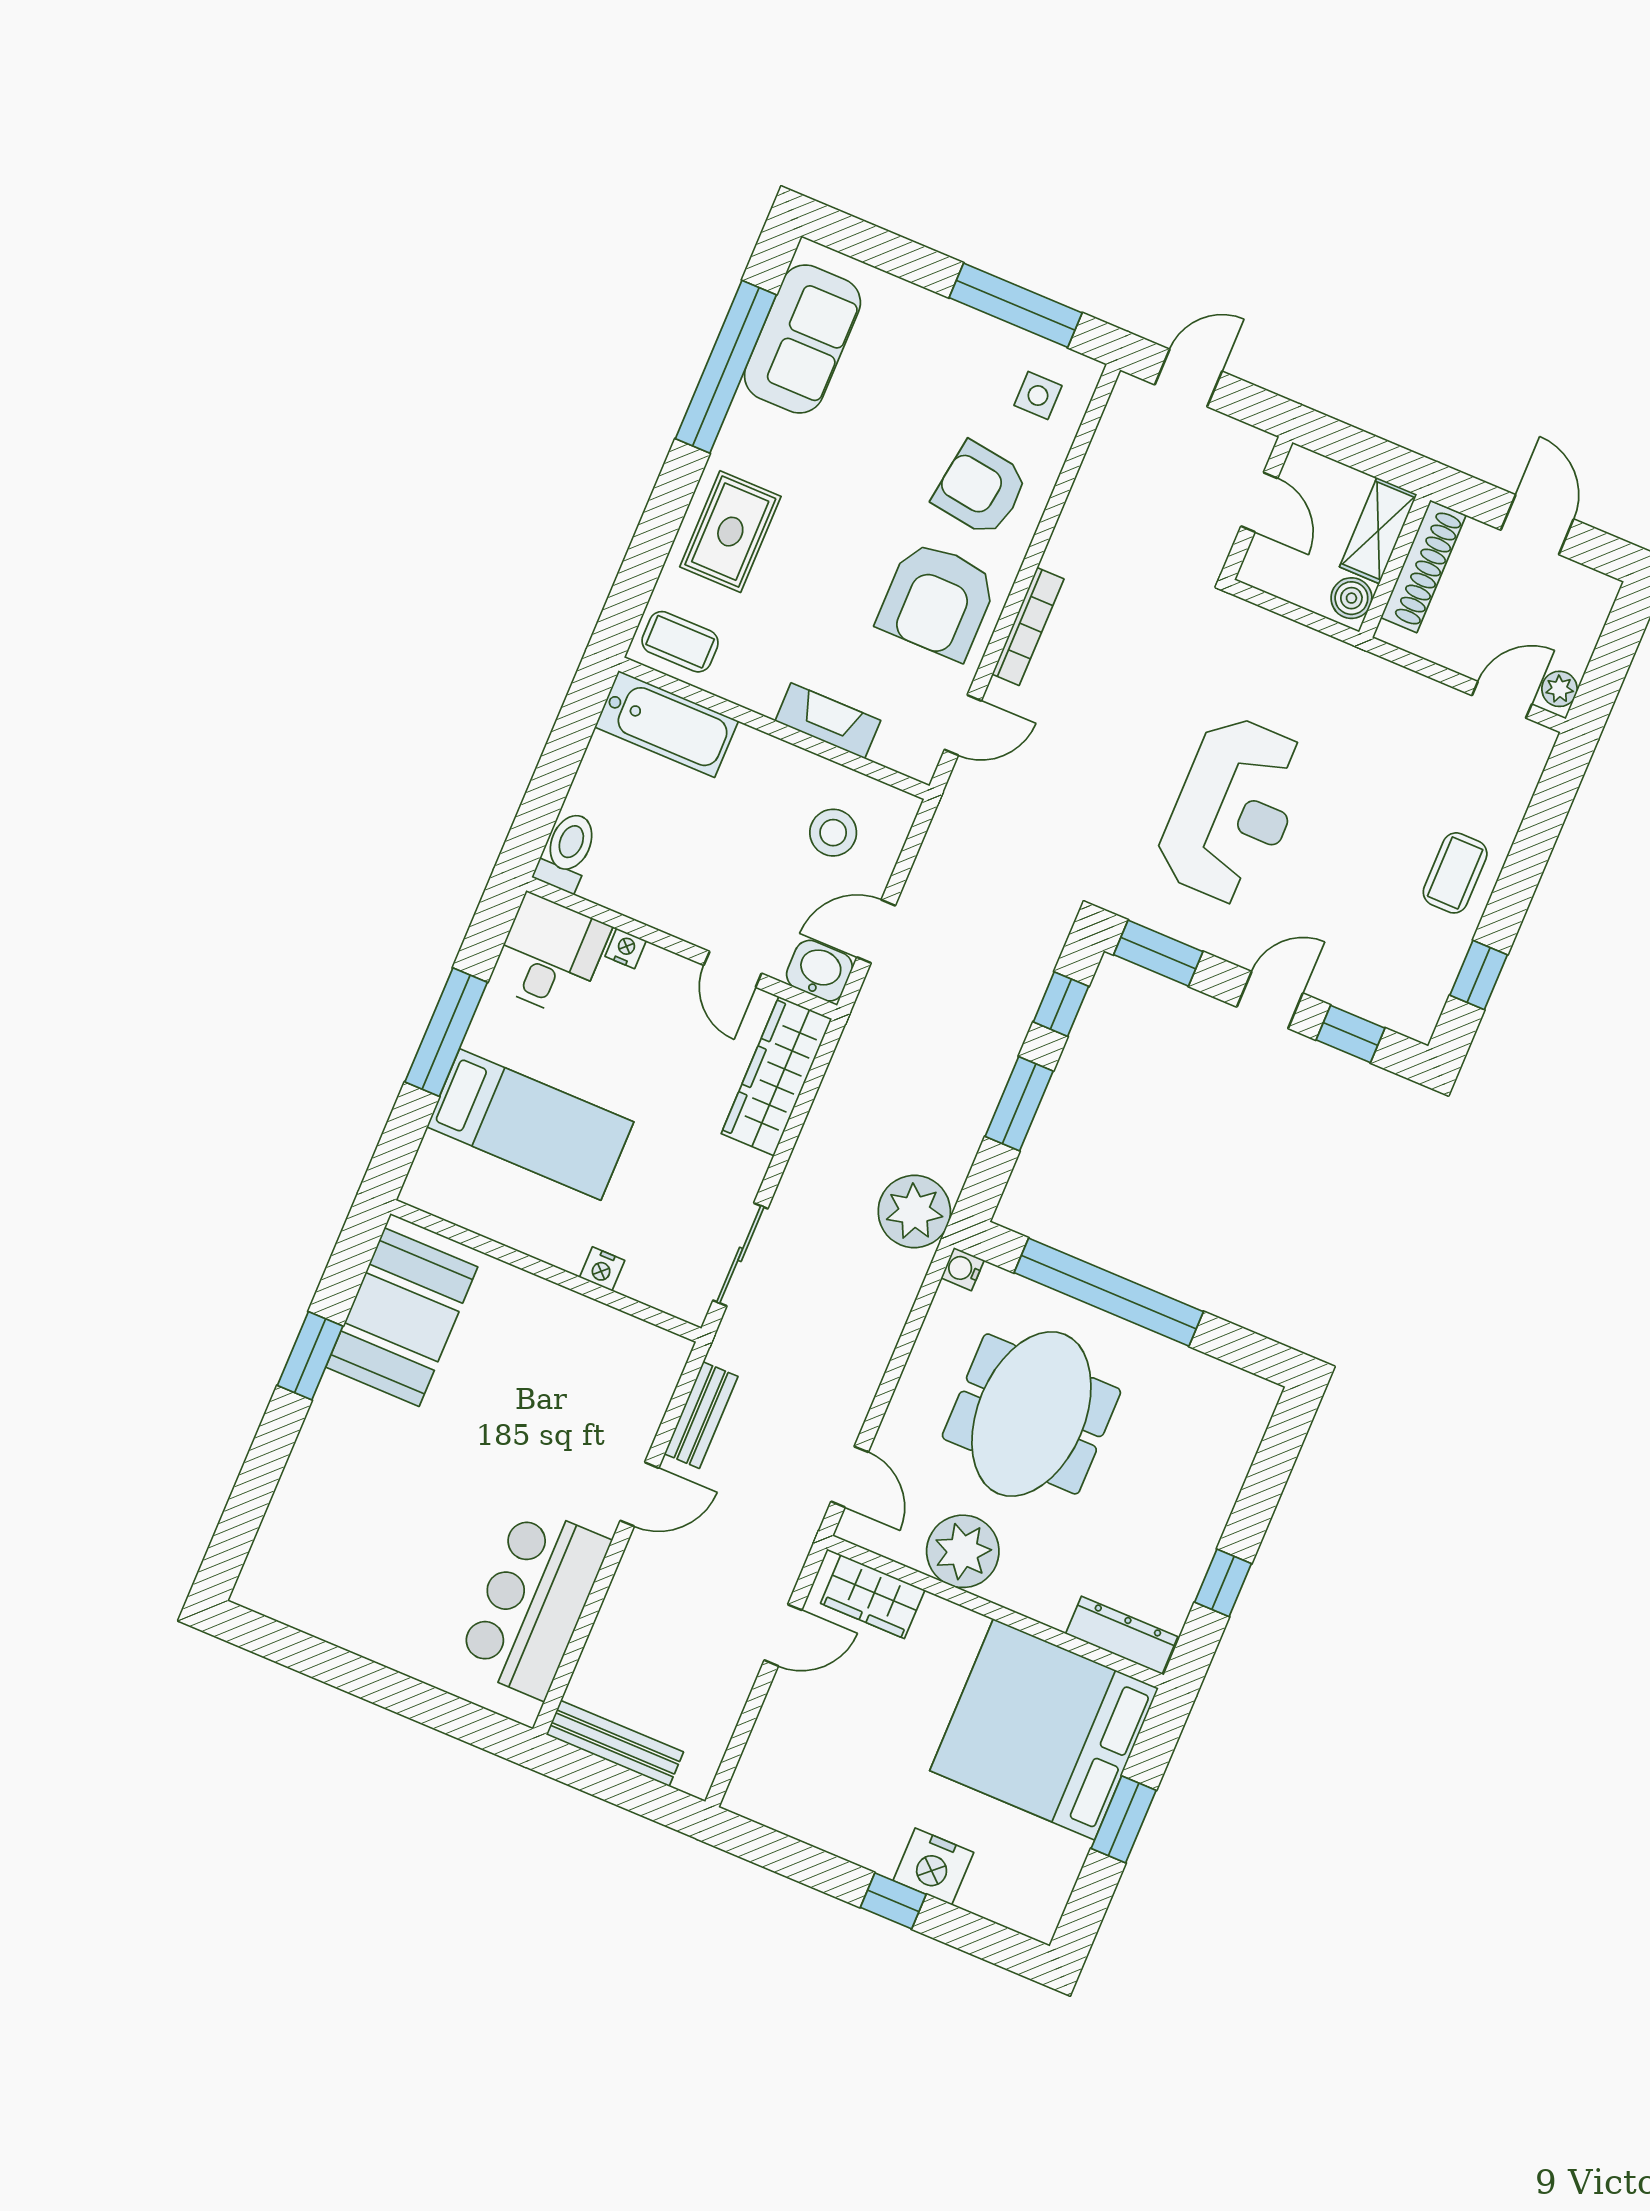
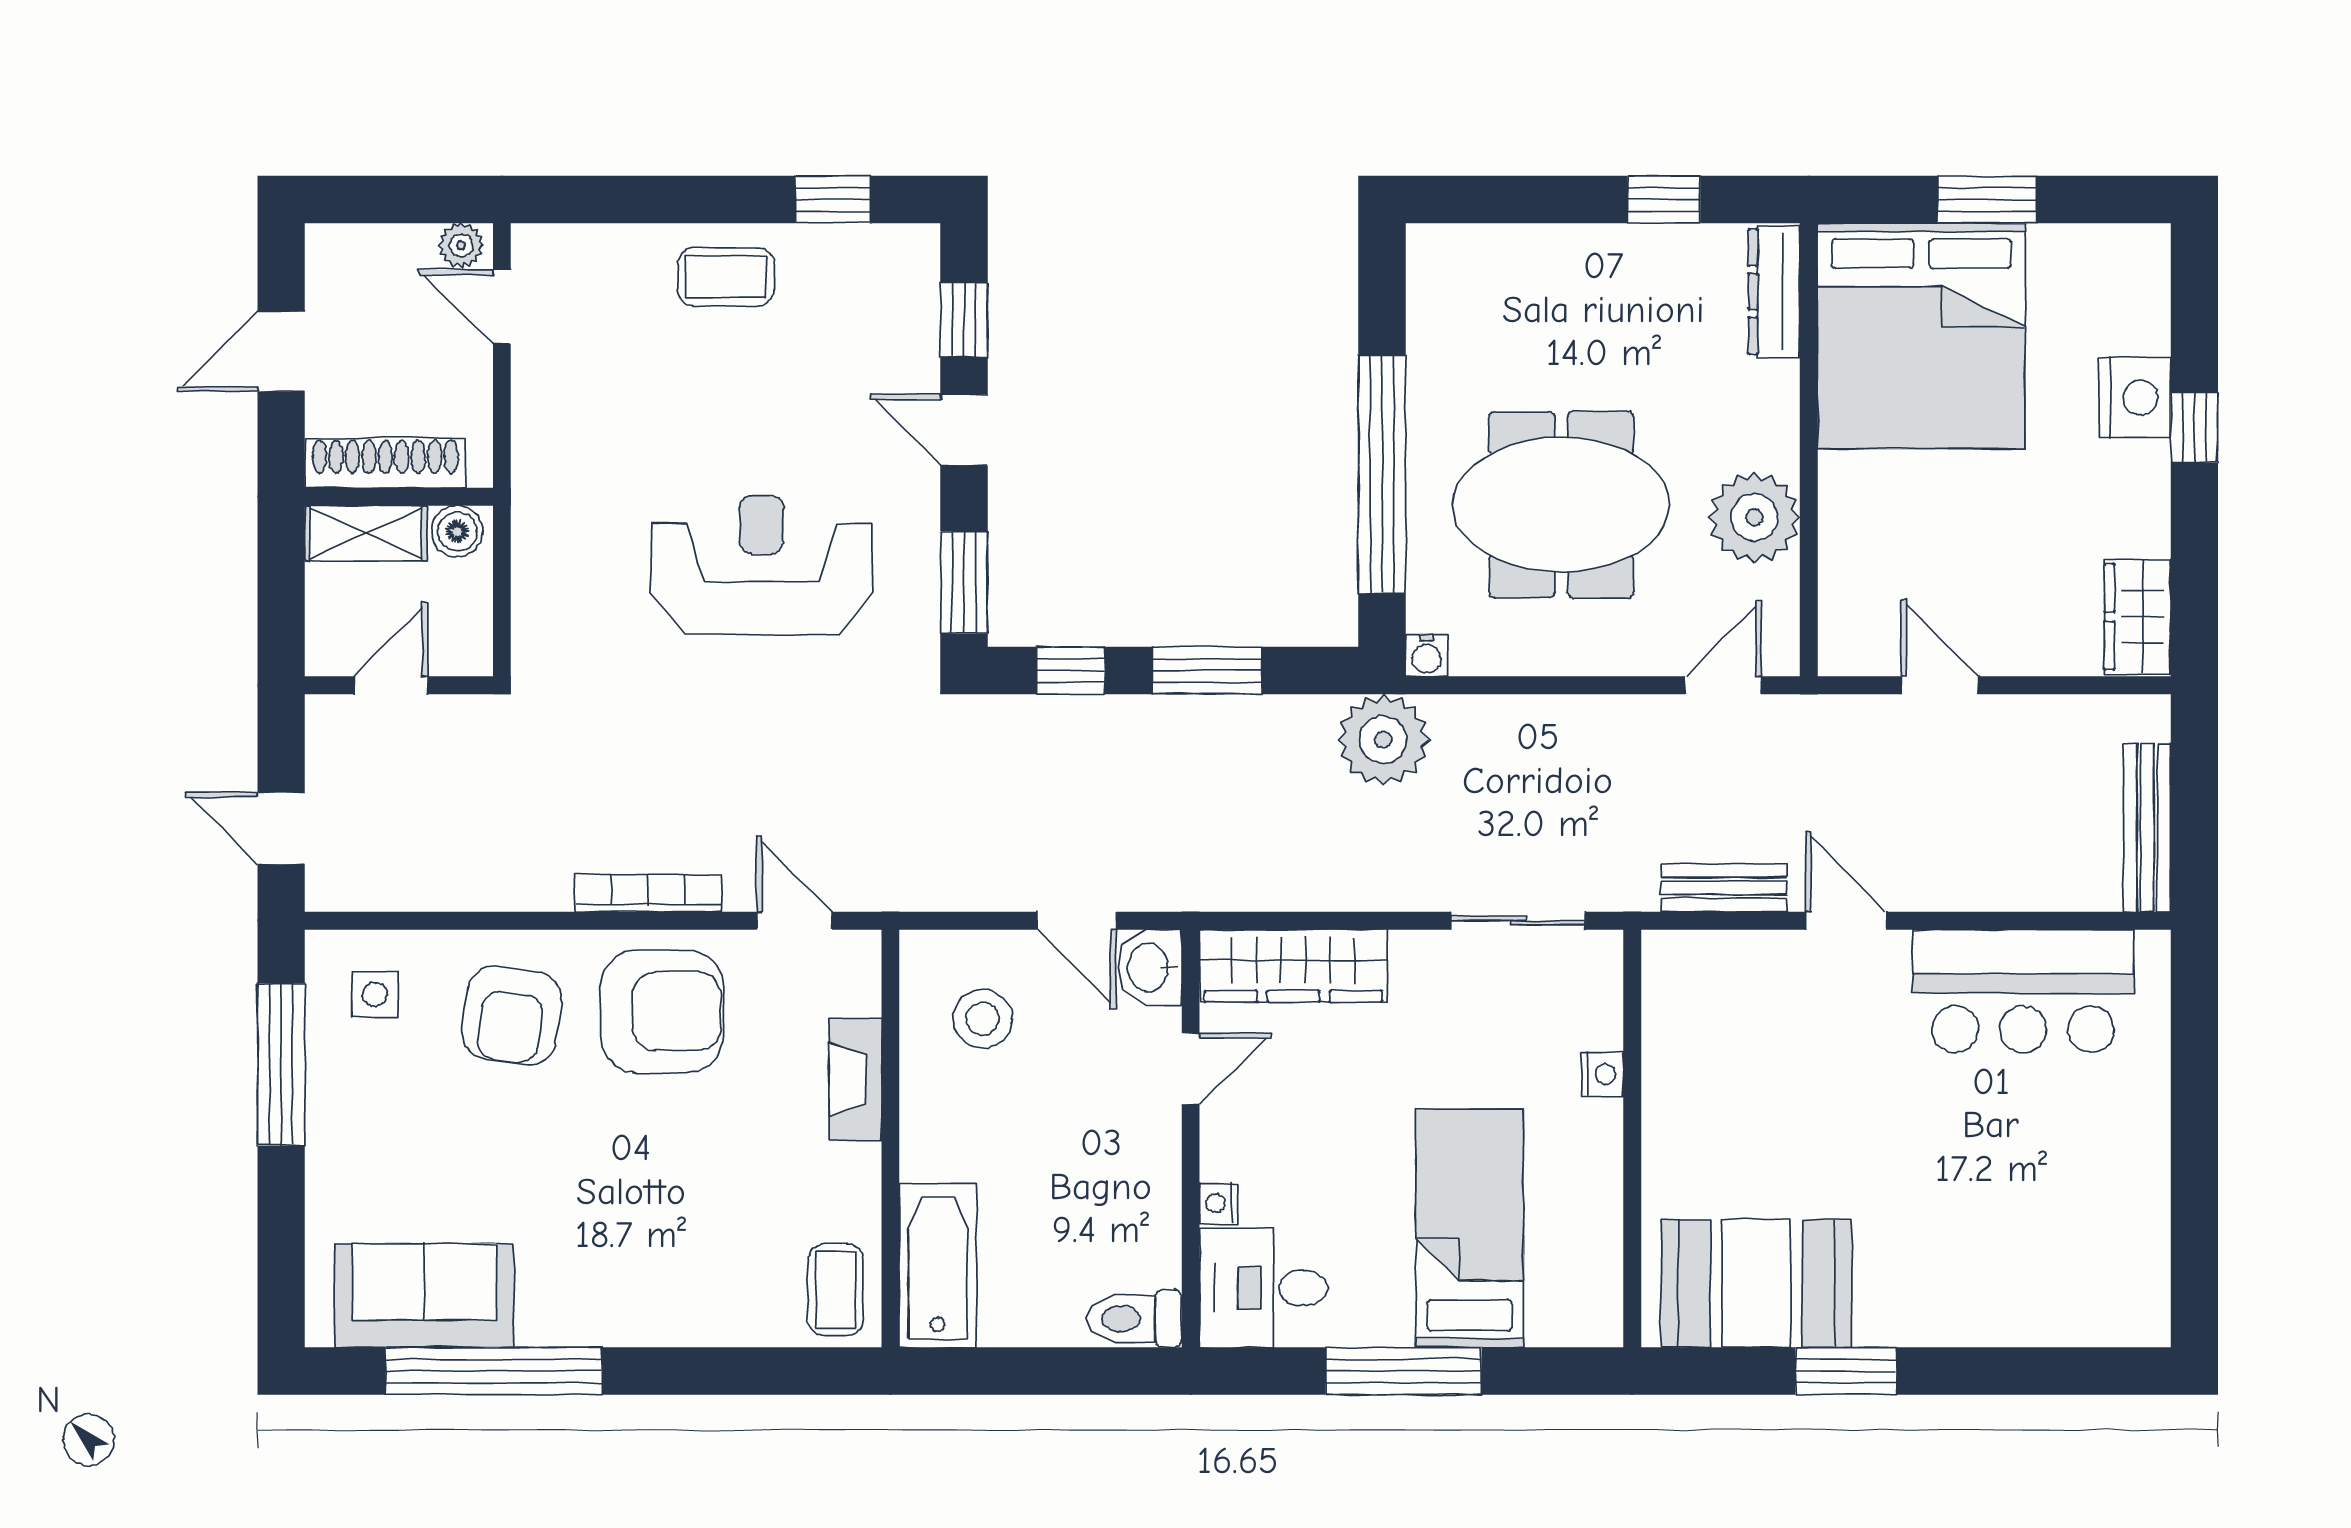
rug: (730, 532) -> (683, 1285), removed
wardrobe: (873, 1597) -> (2138, 617), moved, turned 180

